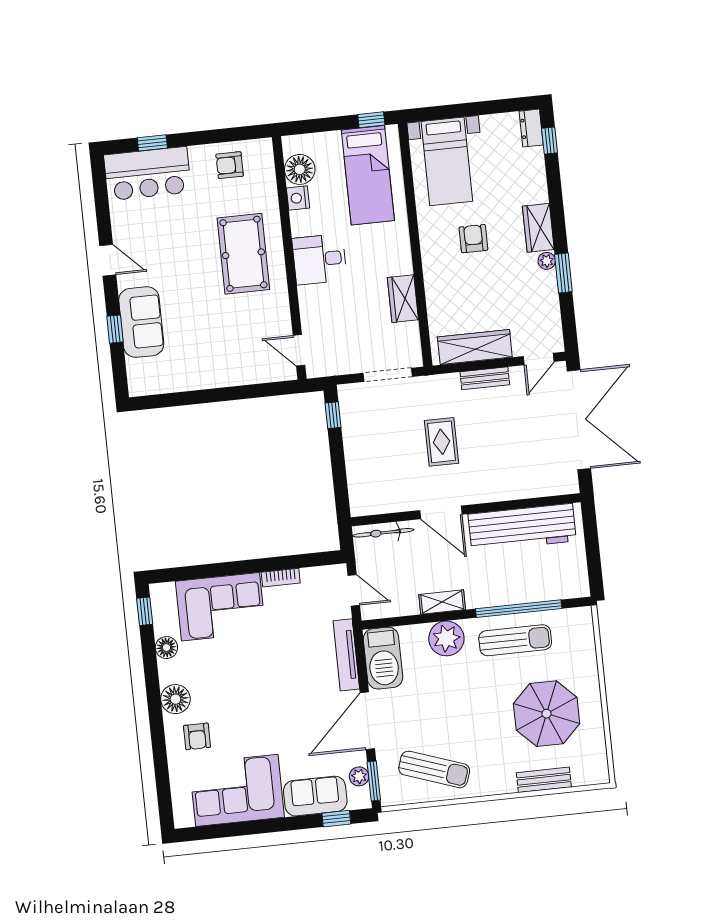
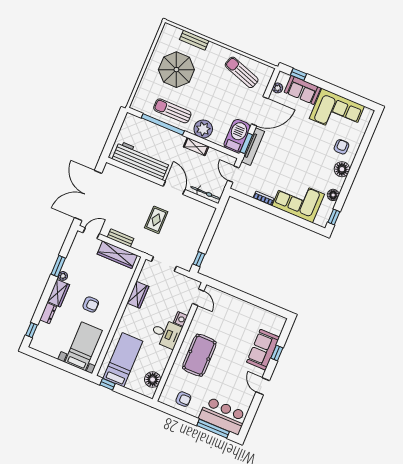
dresser: (531, 128) -> (48, 313), moved
window: (152, 143) -> (213, 429), width x2.17
nightstand: (298, 198) -> (181, 319), moved
armchair: (473, 239) -> (91, 304), turned -90
window: (374, 781) -> (246, 143), moved

